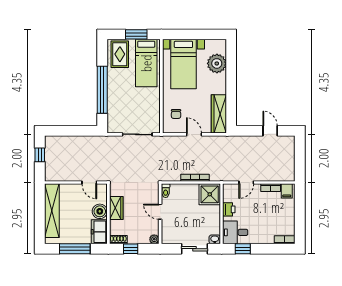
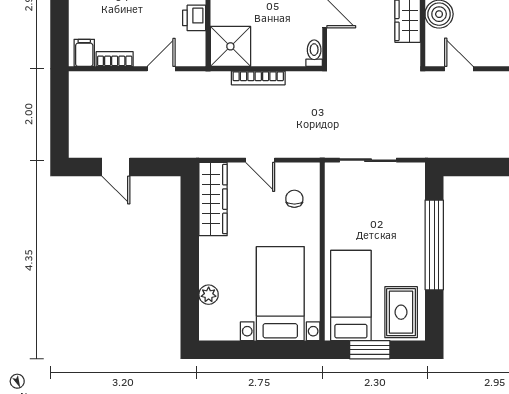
plant: (217, 63) -> (209, 295), width x0.53, depth x0.53

